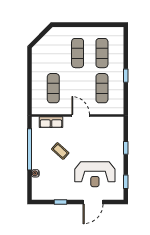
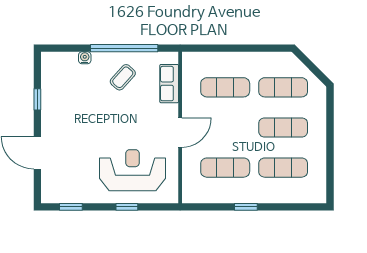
exercise mat: (53, 53) -> (283, 87), added
coffee table: (60, 151) -> (123, 77), moved
reception desk: (95, 174) -> (132, 170), moved, turned 90

